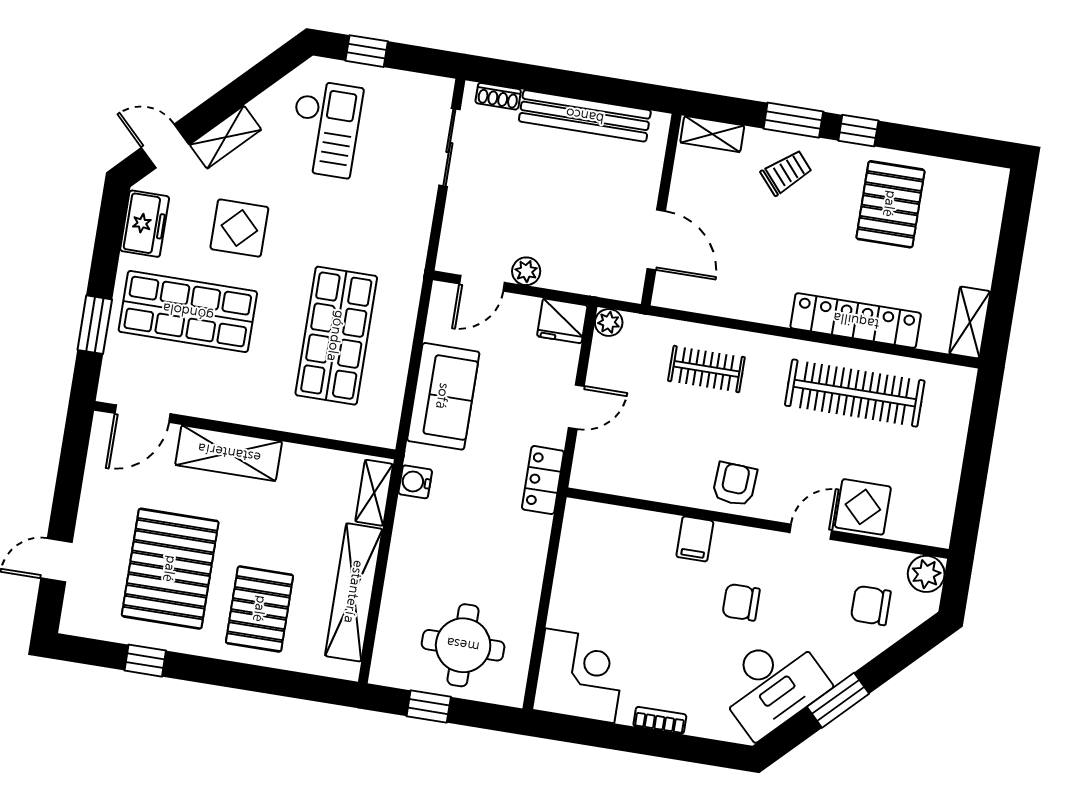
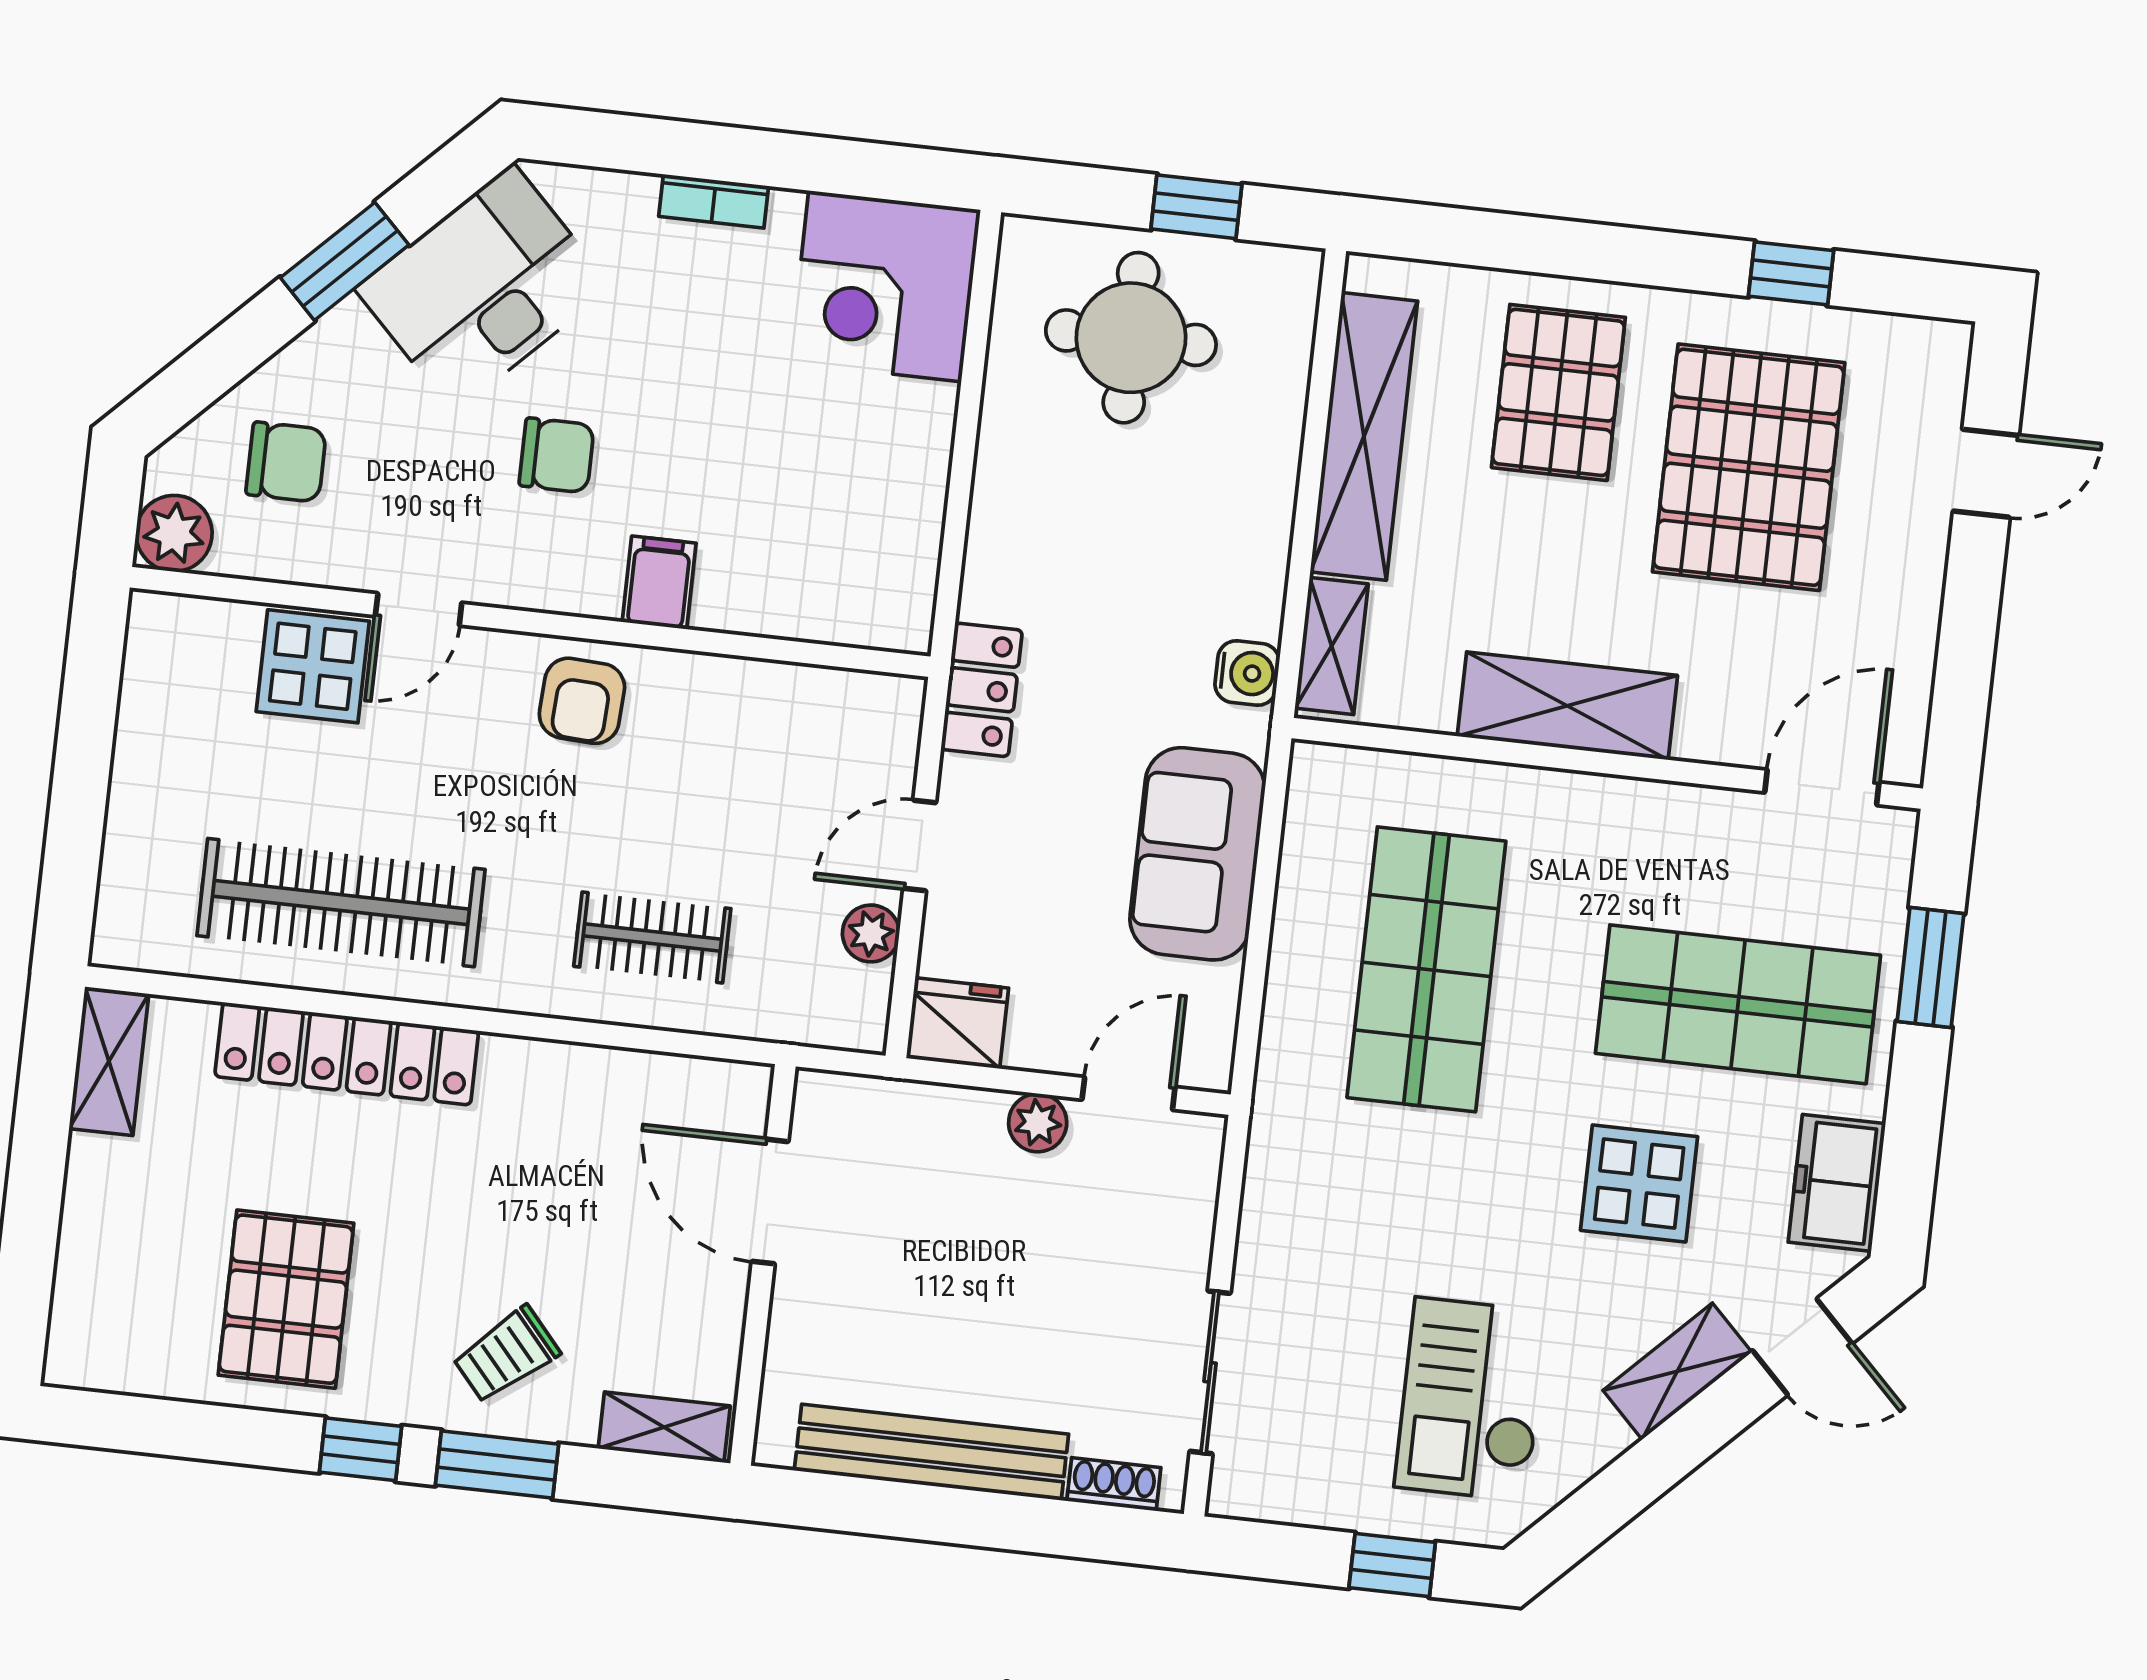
plant: (609, 322) -> (871, 933), moved
shelving: (229, 453) -> (1567, 706), moved

